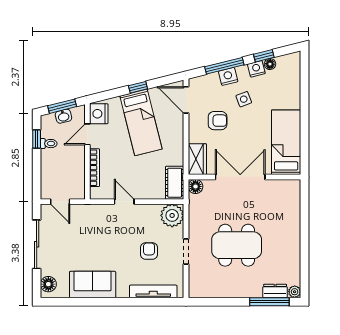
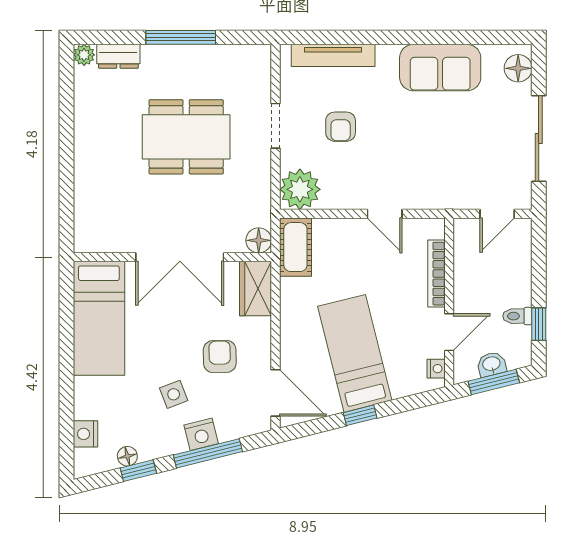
nightstand: (256, 69) -> (85, 434), moved, turned 104
nightstand: (99, 114) -> (436, 369), width x0.53, depth x0.56
armchair: (218, 121) -> (220, 357), turned 89
door: (60, 202) -> (497, 214), swing flipped
window: (269, 302) -> (181, 37), moved

